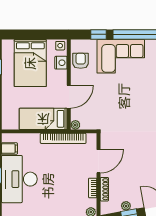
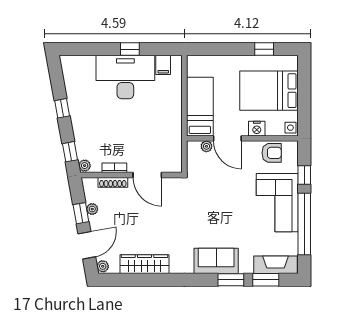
nightstand: (61, 63) -> (257, 129), moved
plant: (75, 125) -> (206, 146), moved
bookcase: (63, 138) -> (176, 131), removed

